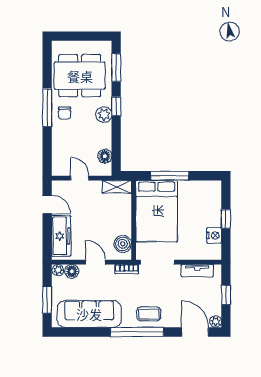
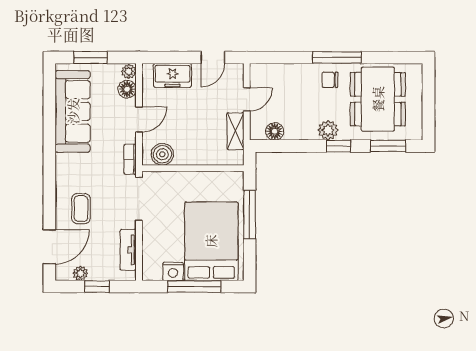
shelving: (117, 187) -> (235, 131), moved
bed: (157, 211) -> (211, 241), moved, turned 90
window: (226, 219) -> (194, 286), width x2.17
freezer: (61, 236) -> (172, 75), width x0.71
coffee table: (149, 314) -> (81, 209), moved
plant: (216, 321) -> (80, 273), moved
window: (137, 332) -> (49, 173), removed

